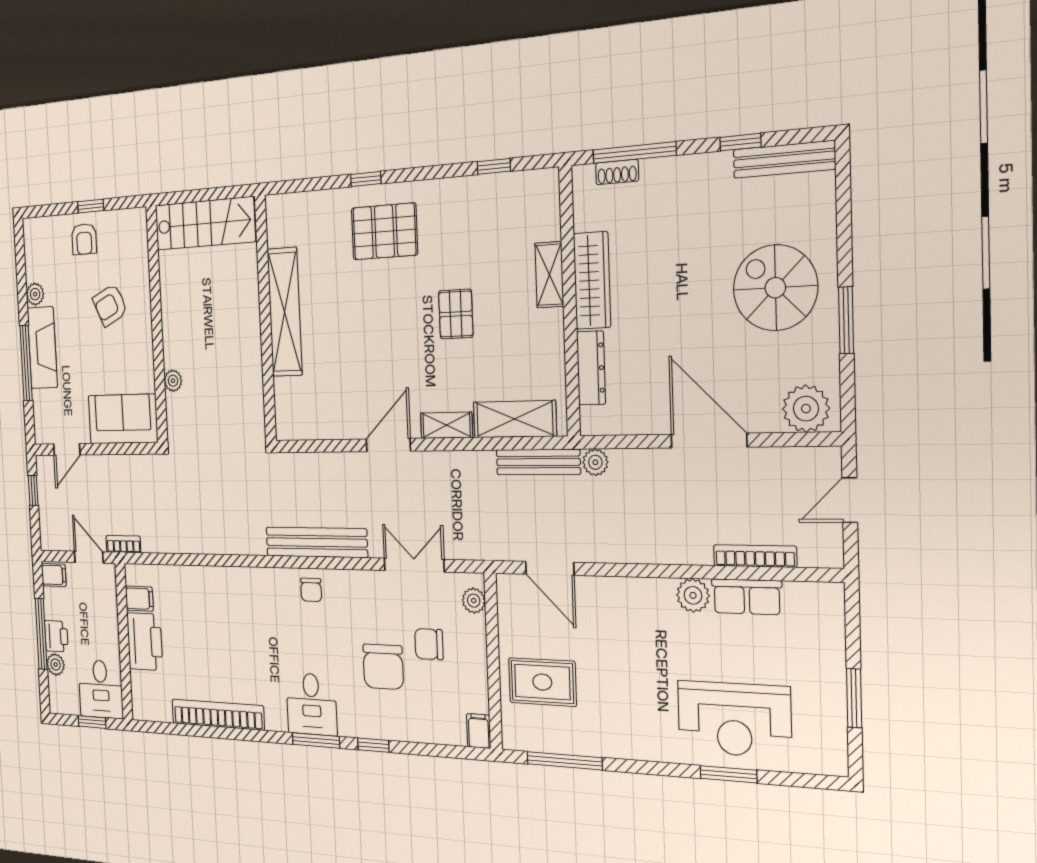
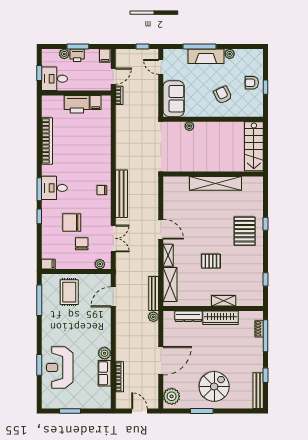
window: (41, 634) -> (78, 47), width x0.69

